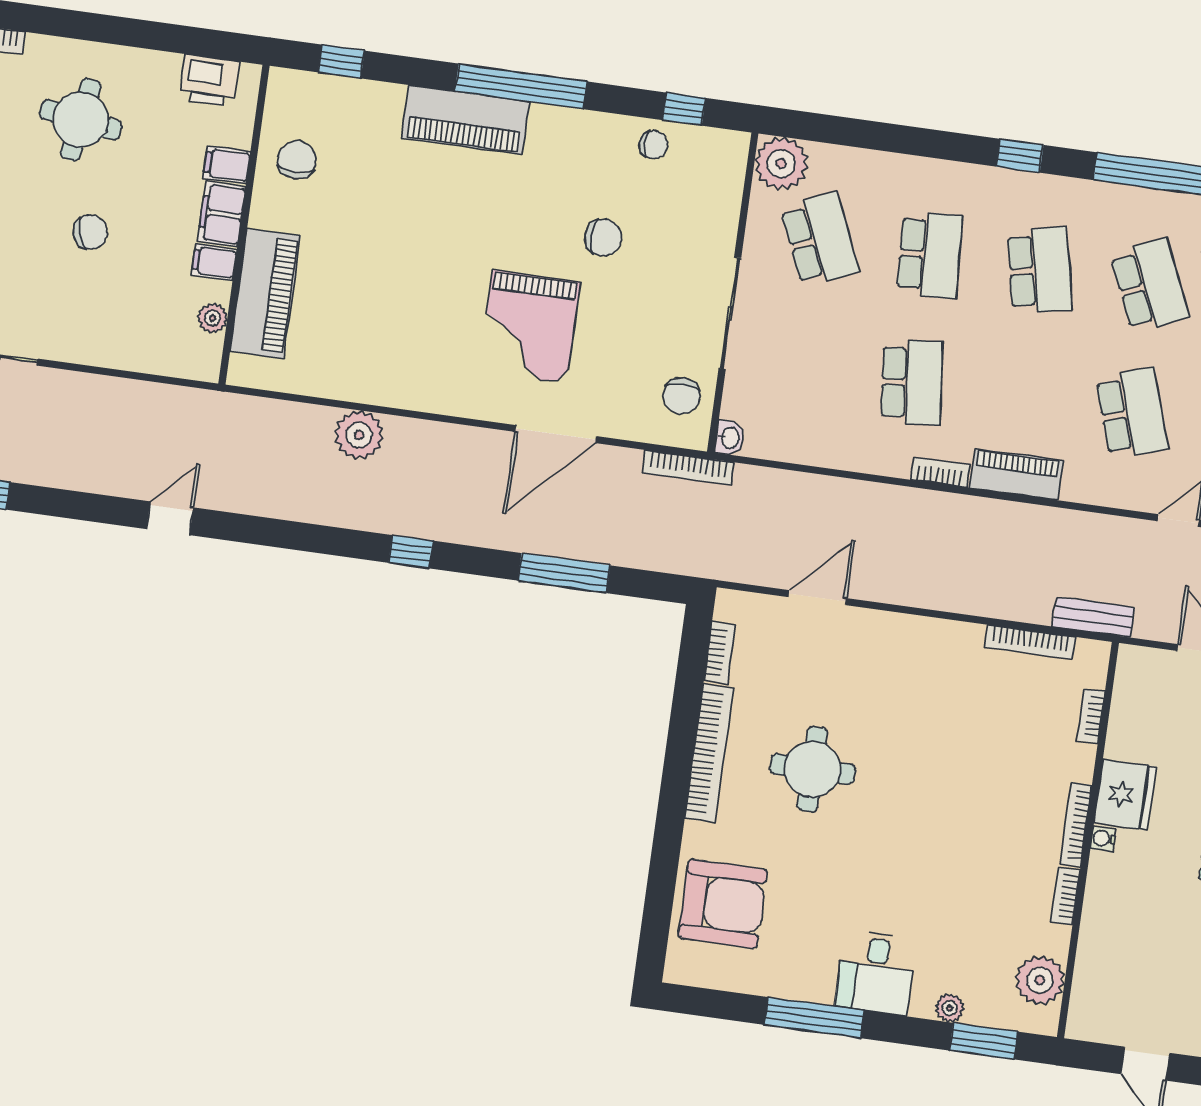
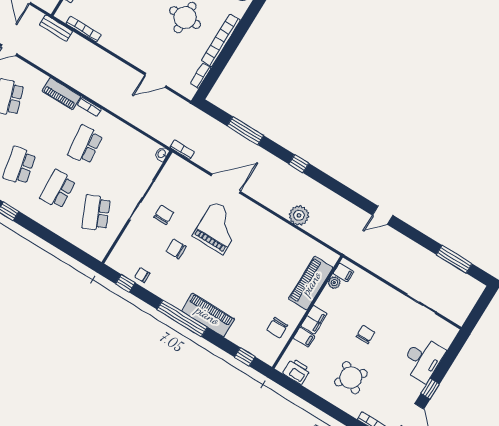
round table: (81, 120) -> (351, 378), turned 30
plant: (781, 164) -> (98, 247), removed
chair: (90, 232) -> (366, 334), turned 109
filing cabinet: (214, 262) -> (343, 272), moved
chair: (682, 396) -> (164, 215), moved
bookcase: (688, 468) -> (182, 150), width x0.64

